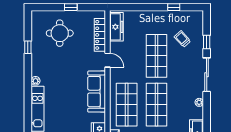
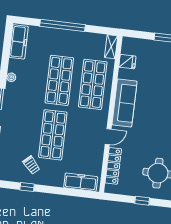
freezer: (116, 27) -> (81, 182), moved, turned 90
trolley: (182, 39) -> (31, 165), moved
door: (108, 60) -> (108, 137), swing flipped

